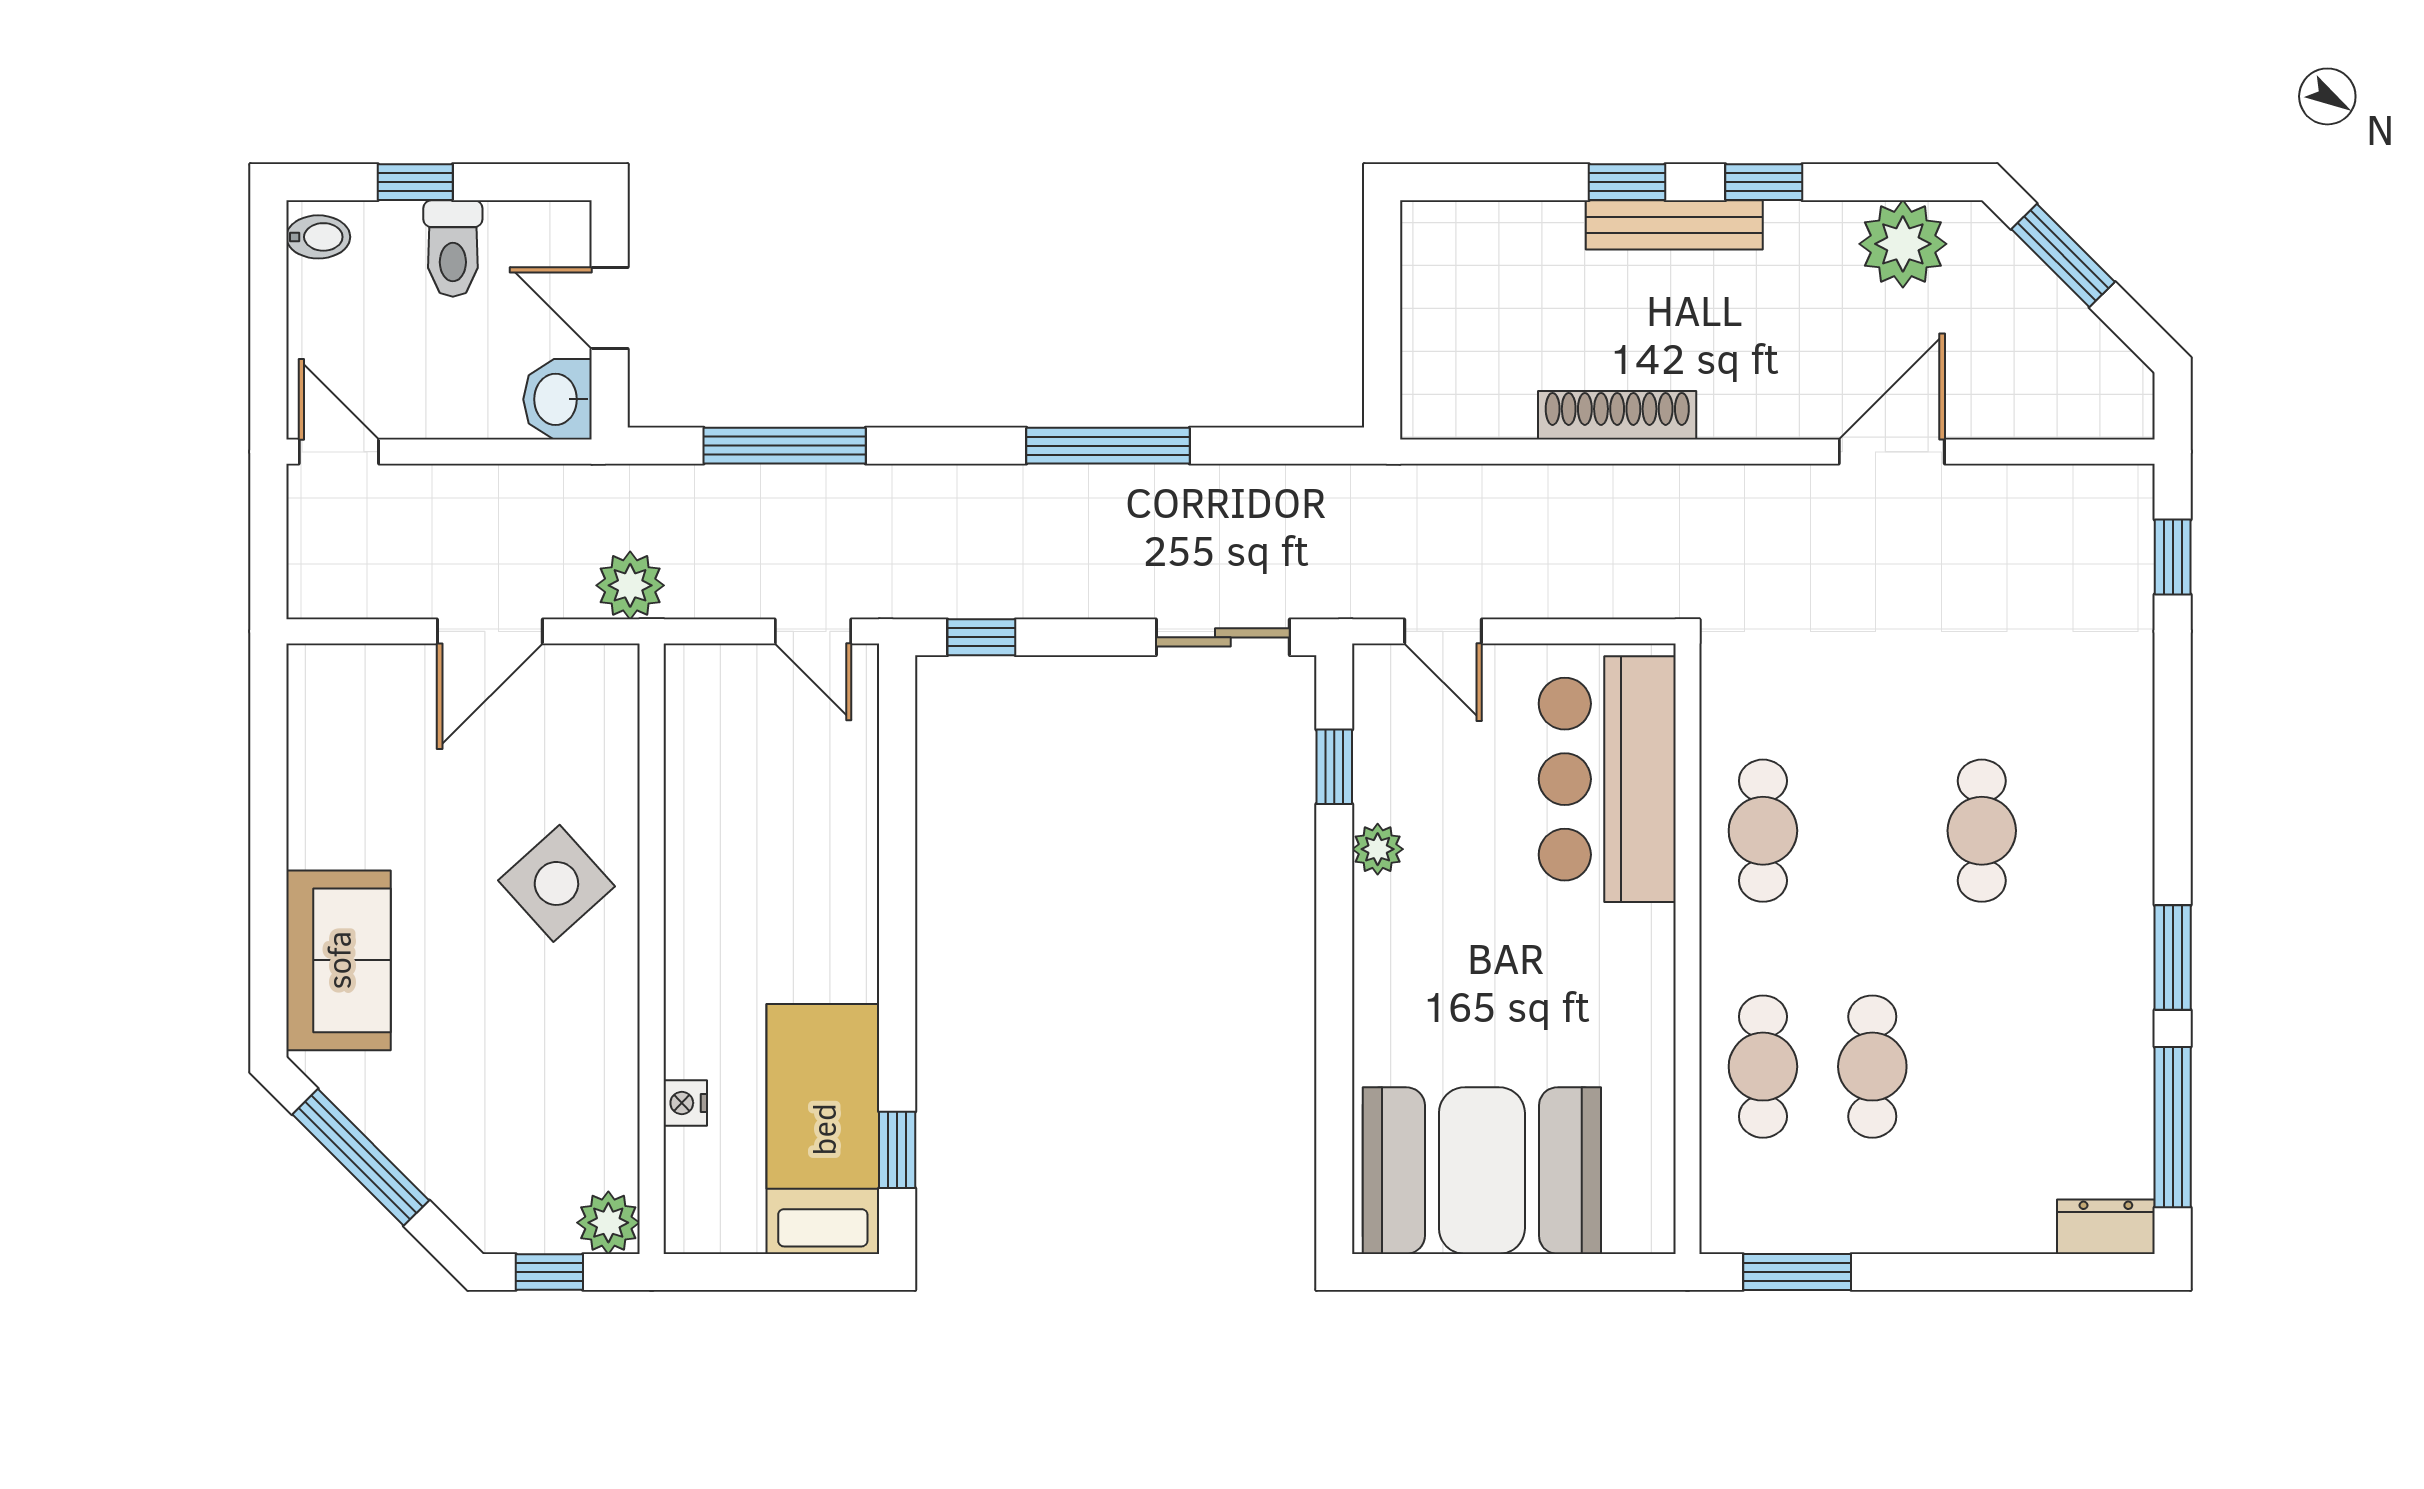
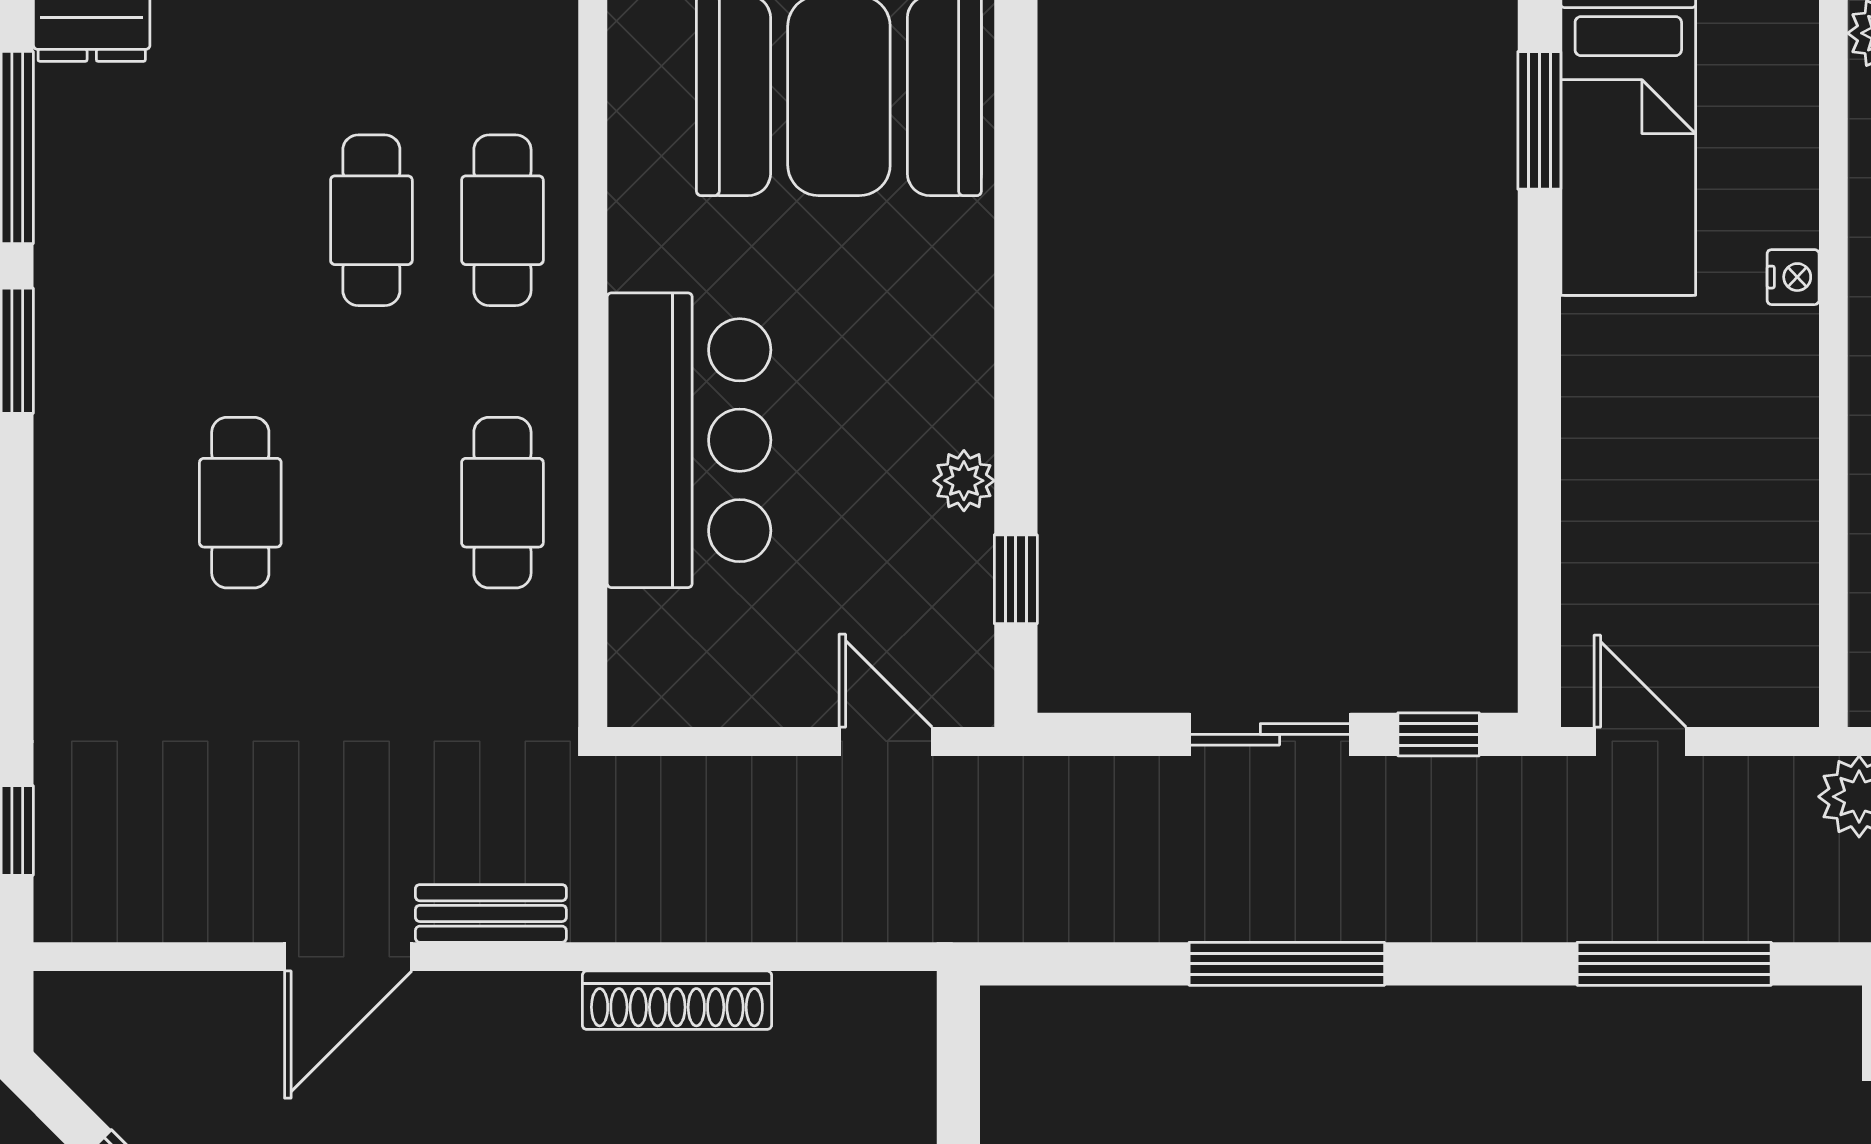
bench: (1773, 488) -> (491, 913), added
sliding door: (1223, 637) -> (1270, 734), moved
bar counter: (1607, 779) -> (689, 440), moved
nightstand: (685, 1103) -> (1793, 277), moved
window: (897, 1150) -> (1539, 120), width x1.50

